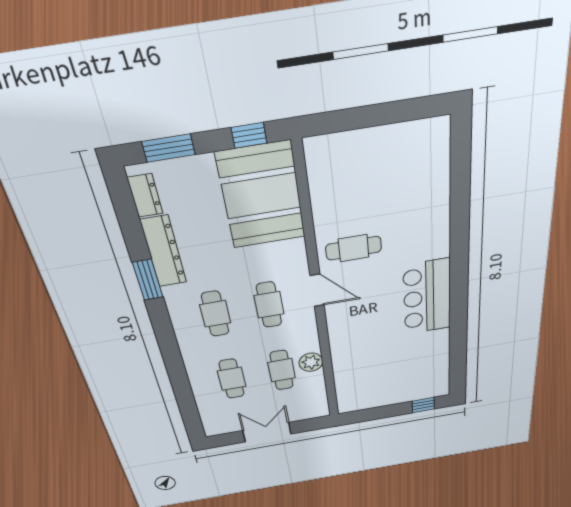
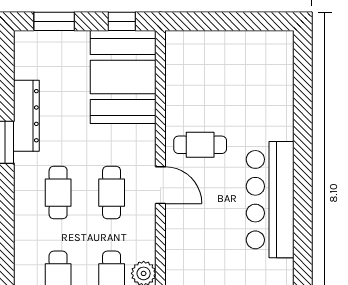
dresser: (145, 196) -> (24, 59), removed
bar counter: (427, 297) -> (270, 200), width x1.36

